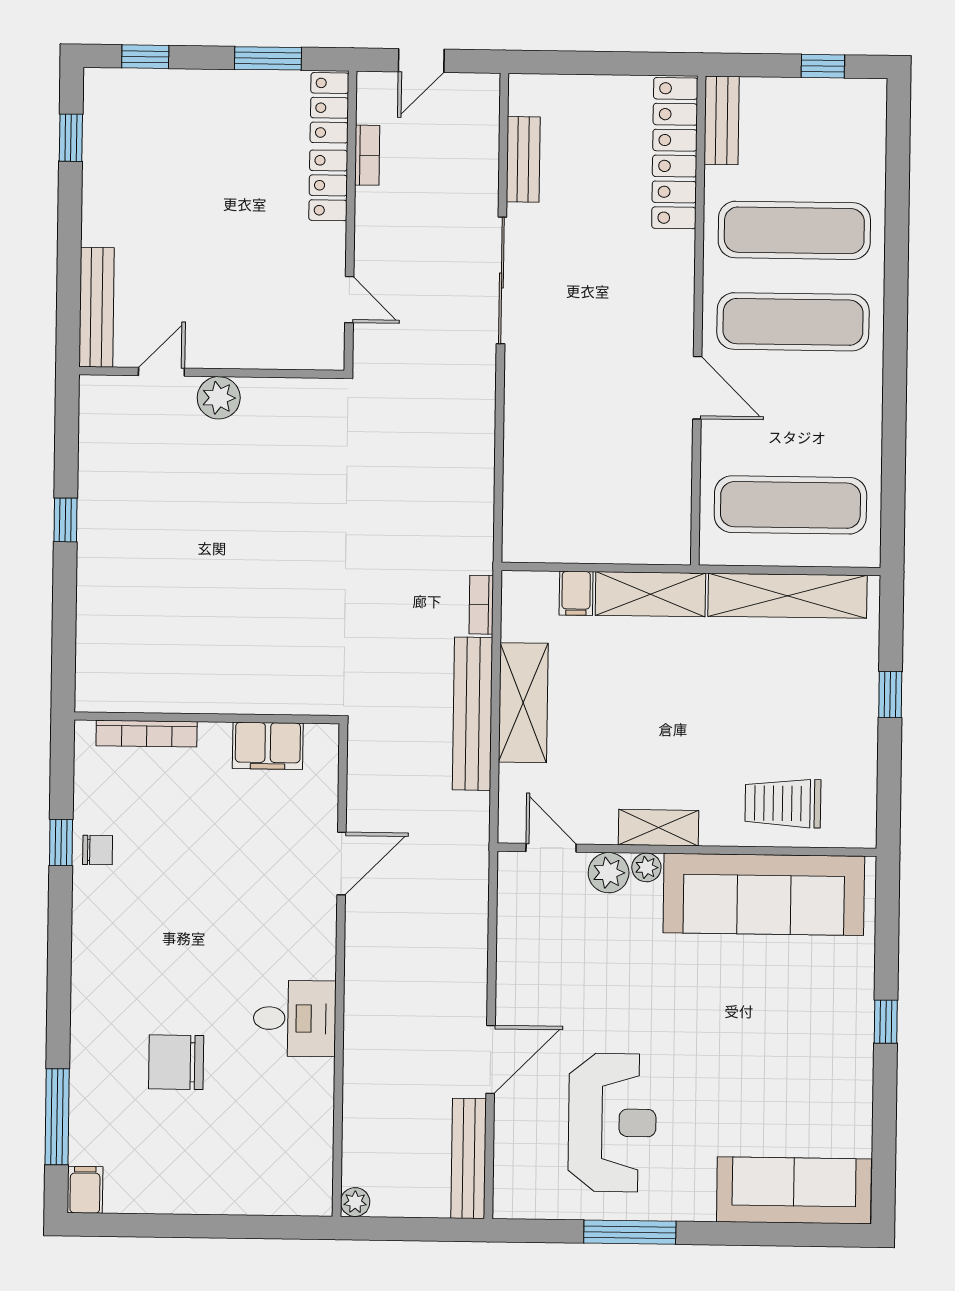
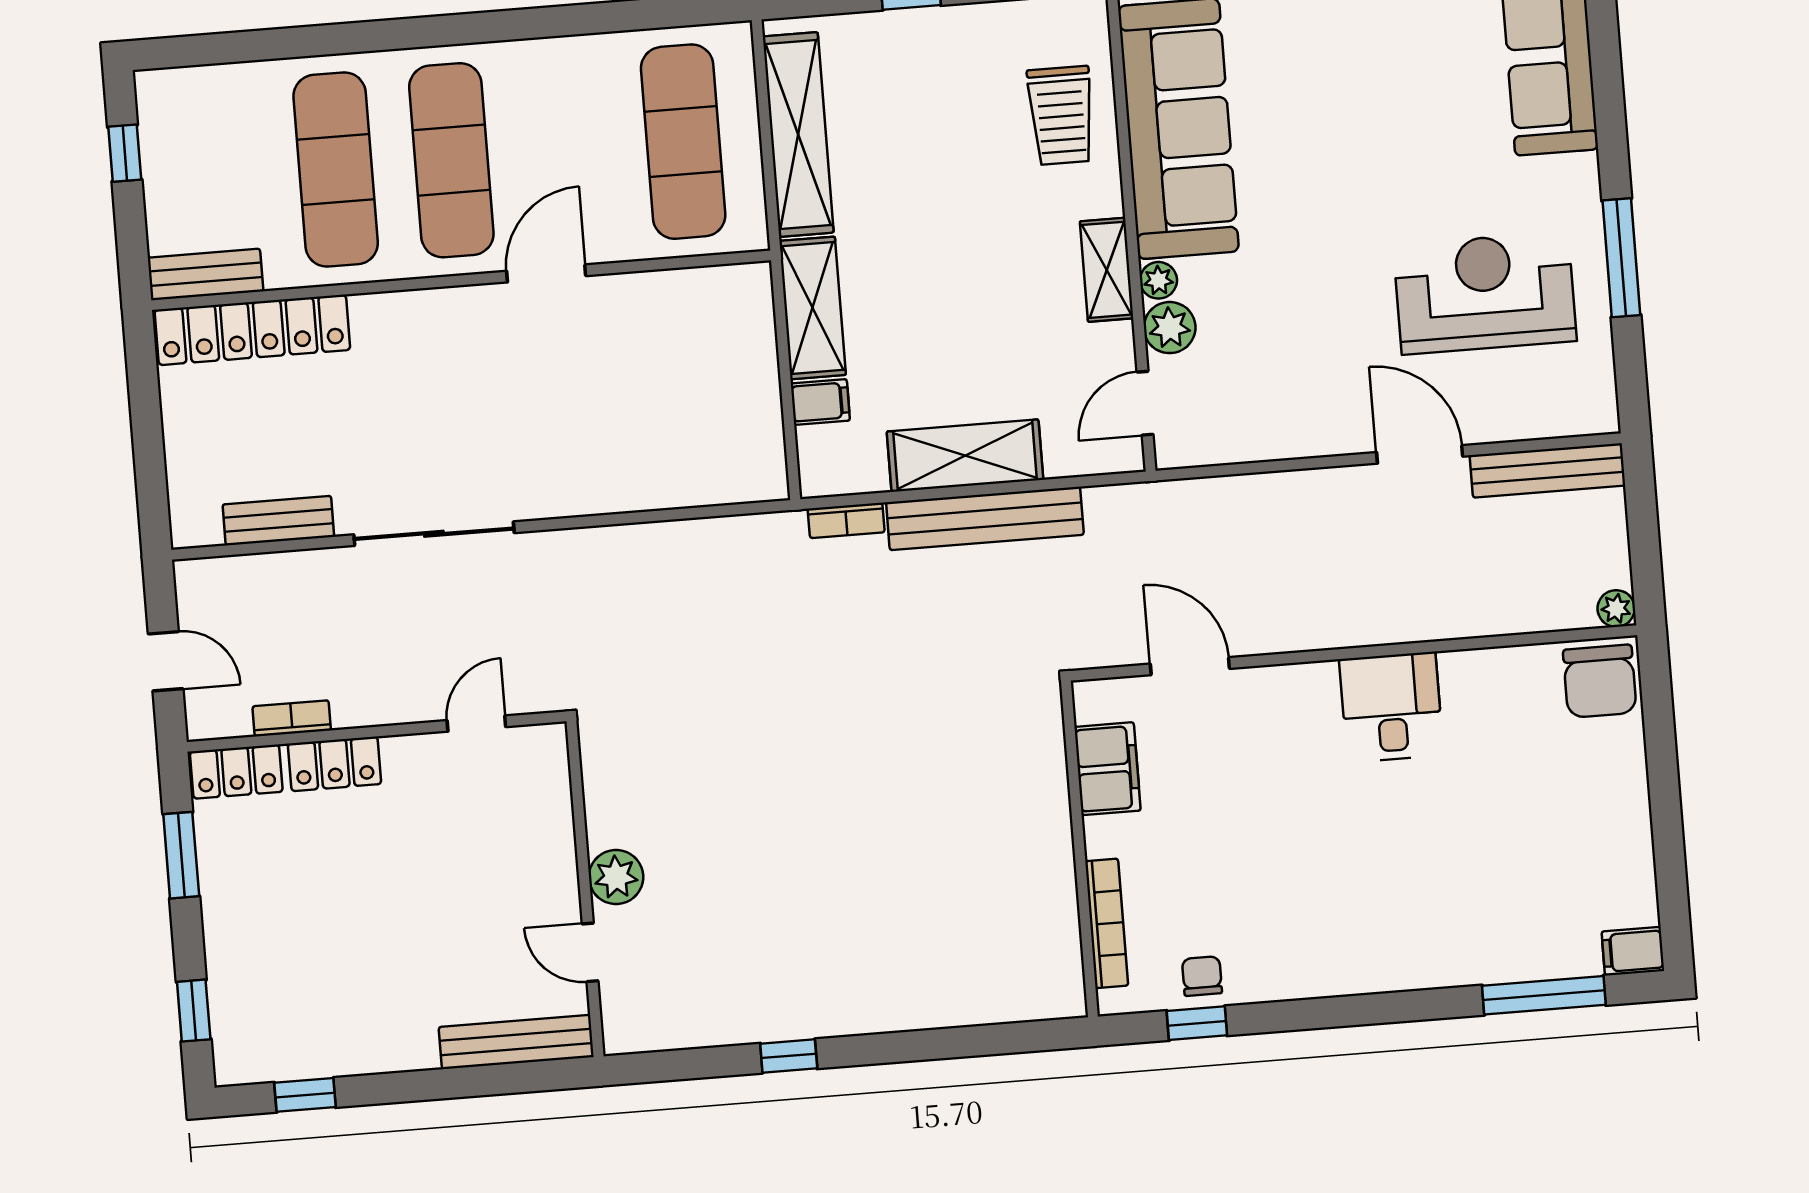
wall: (207, 718) -> (1079, 849), moved
bookcase: (147, 734) -> (1107, 923), moved
filing cabinet: (268, 746) -> (1108, 769), moved
chair: (176, 1062) -> (1600, 681), moved

